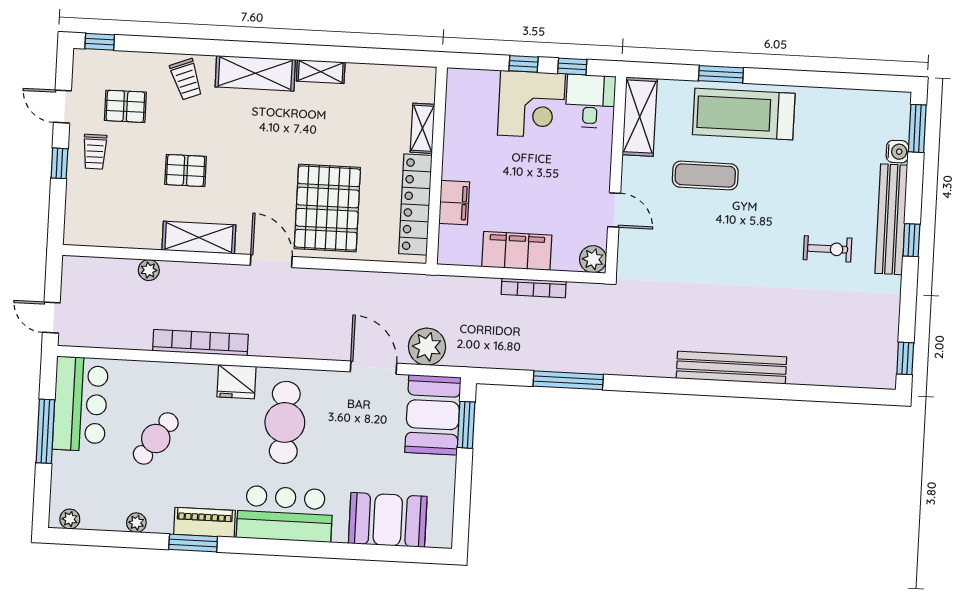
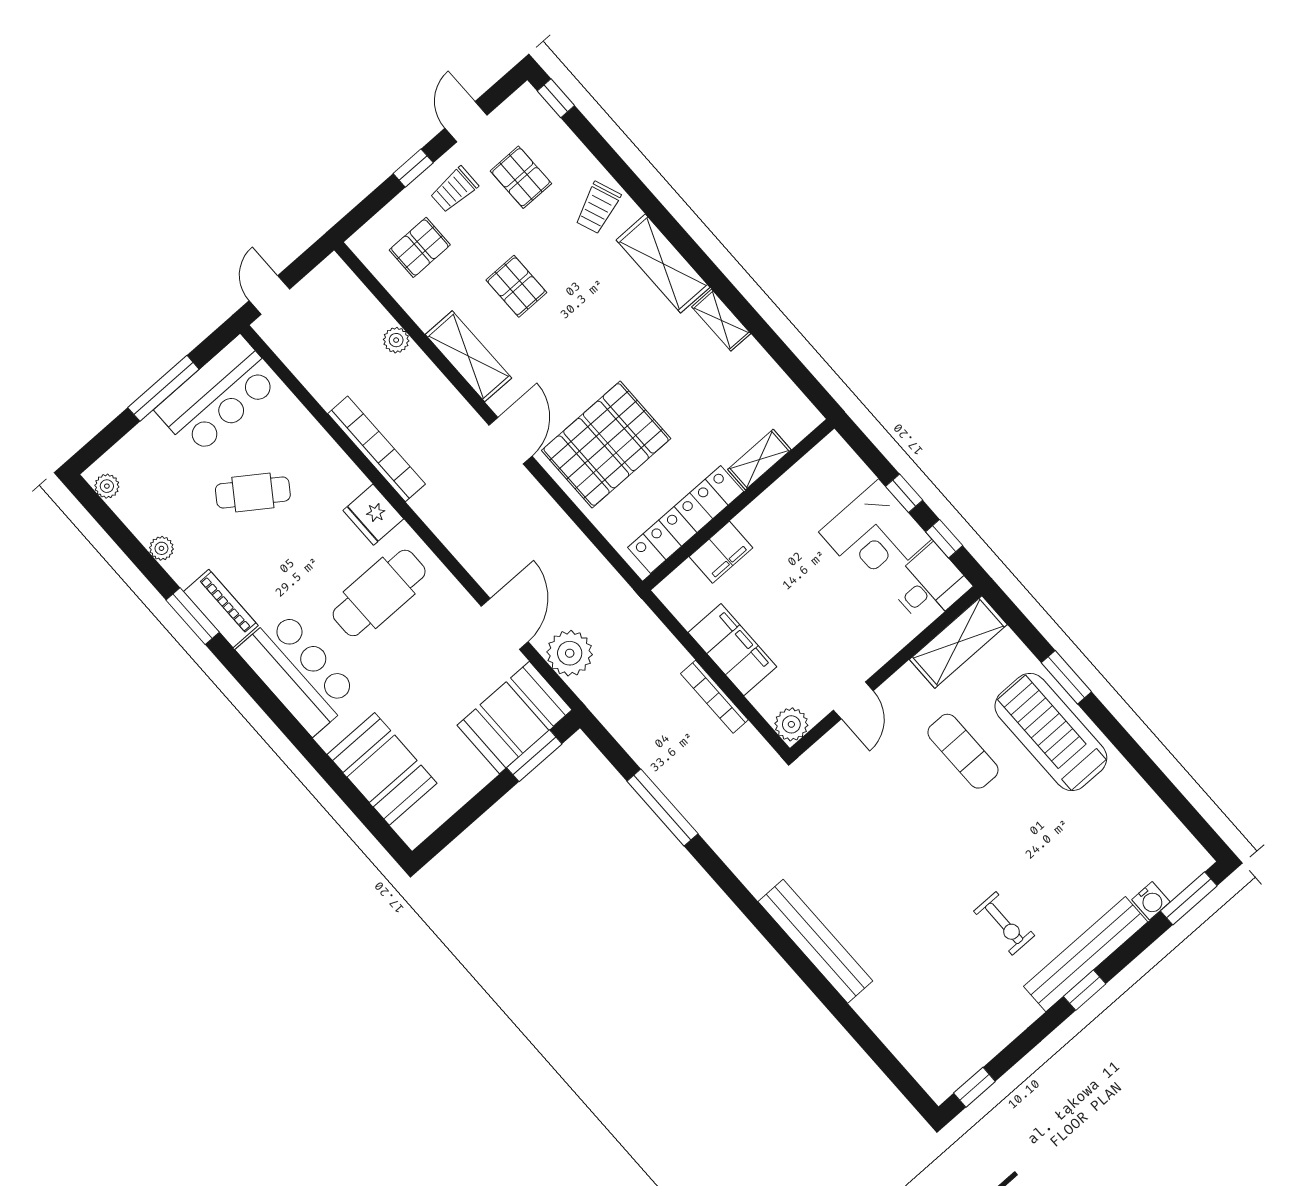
pallet: (109, 204) -> (420, 247), added

